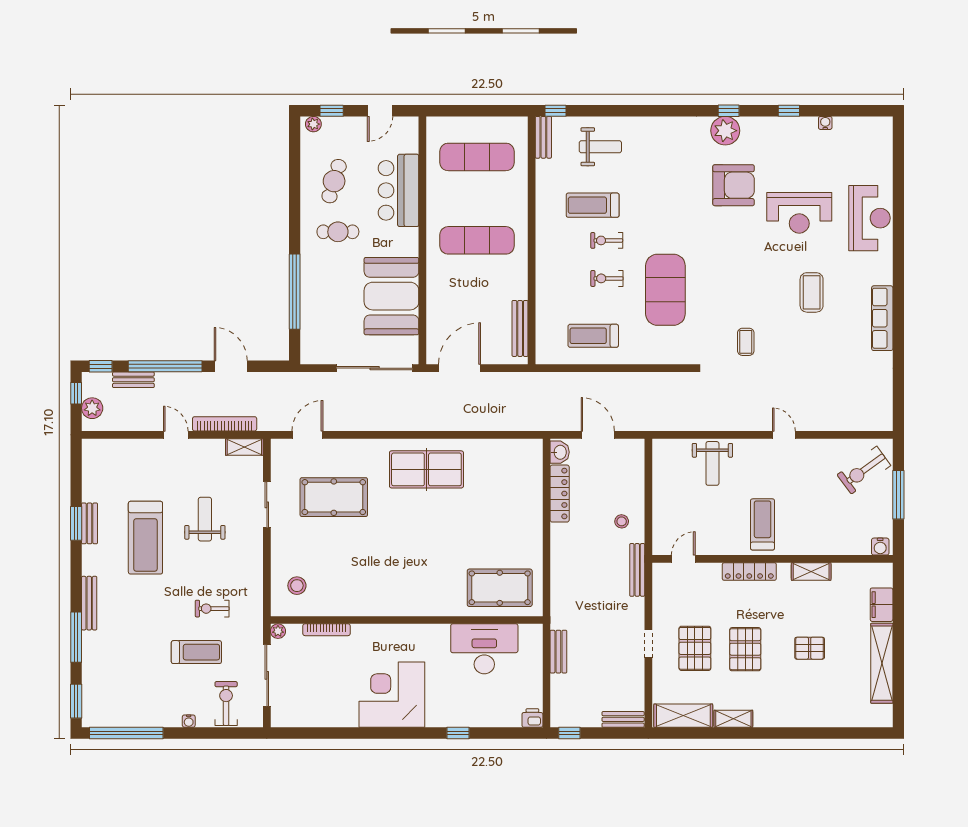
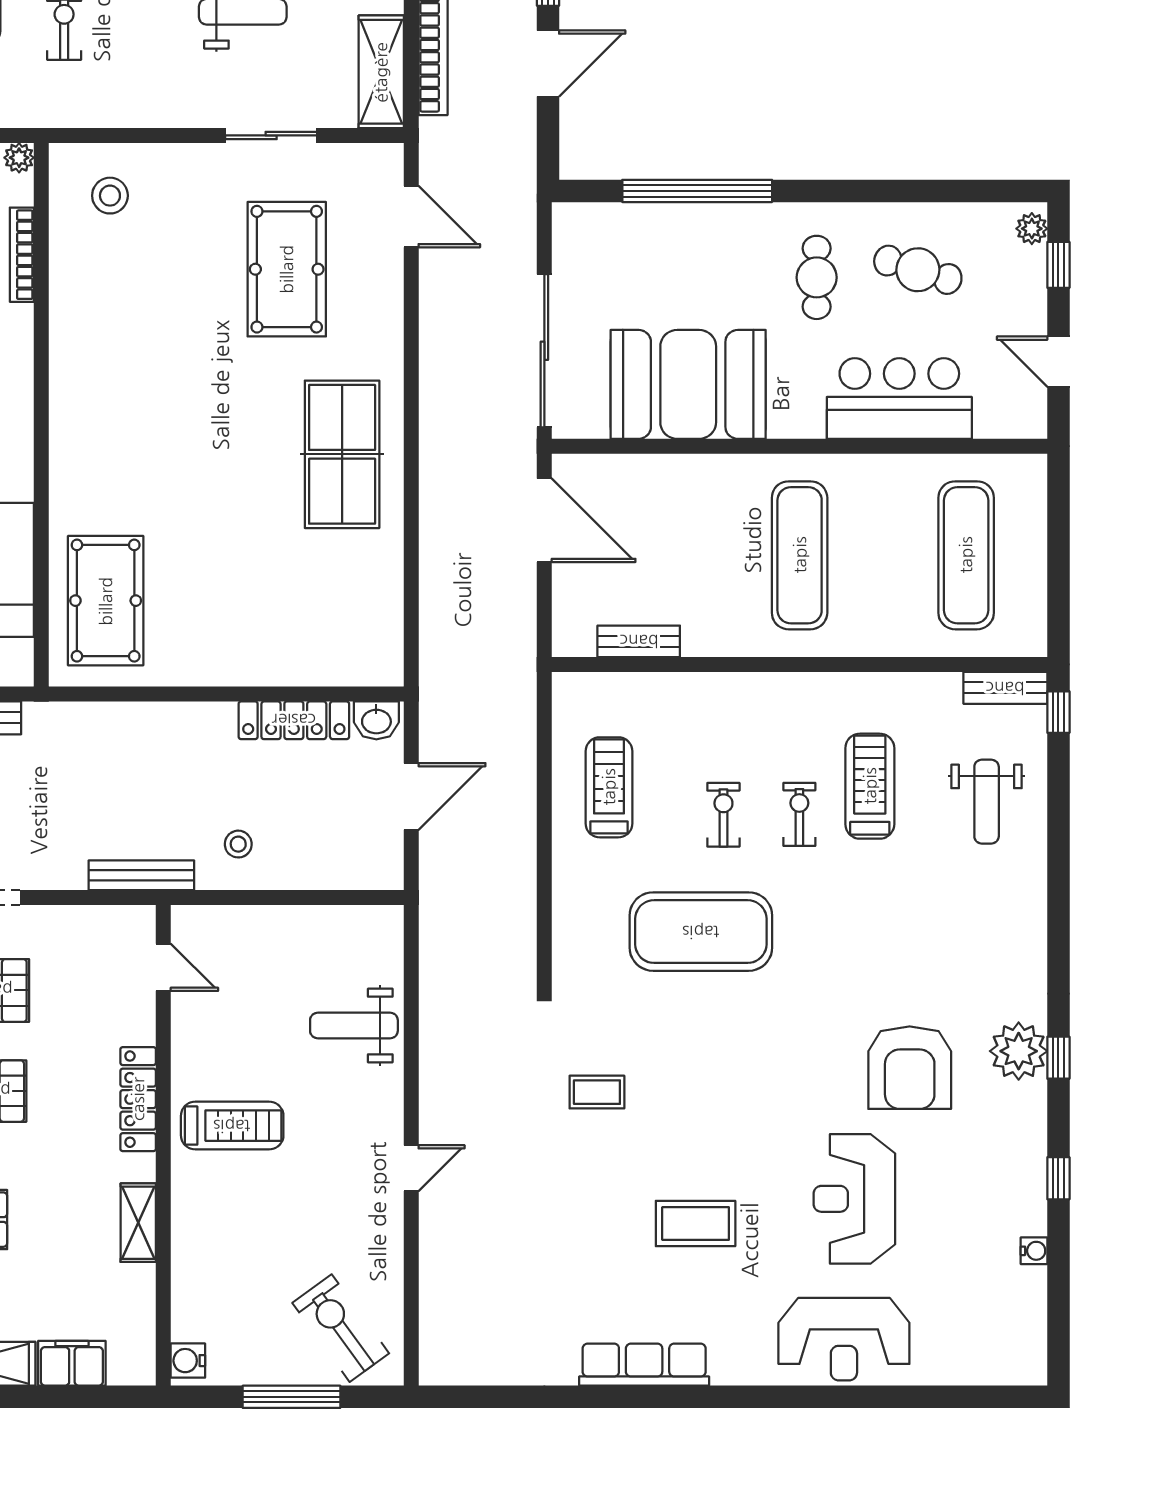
bench: (520, 328) -> (639, 641), width x0.73
shelving: (244, 447) -> (381, 72), width x1.50, depth x1.33

